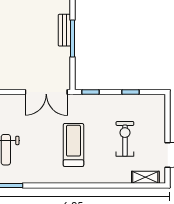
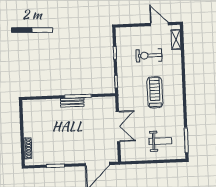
double door: (46, 92) -> (118, 126), moved
treadmill: (73, 145) -> (155, 92), turned 90

